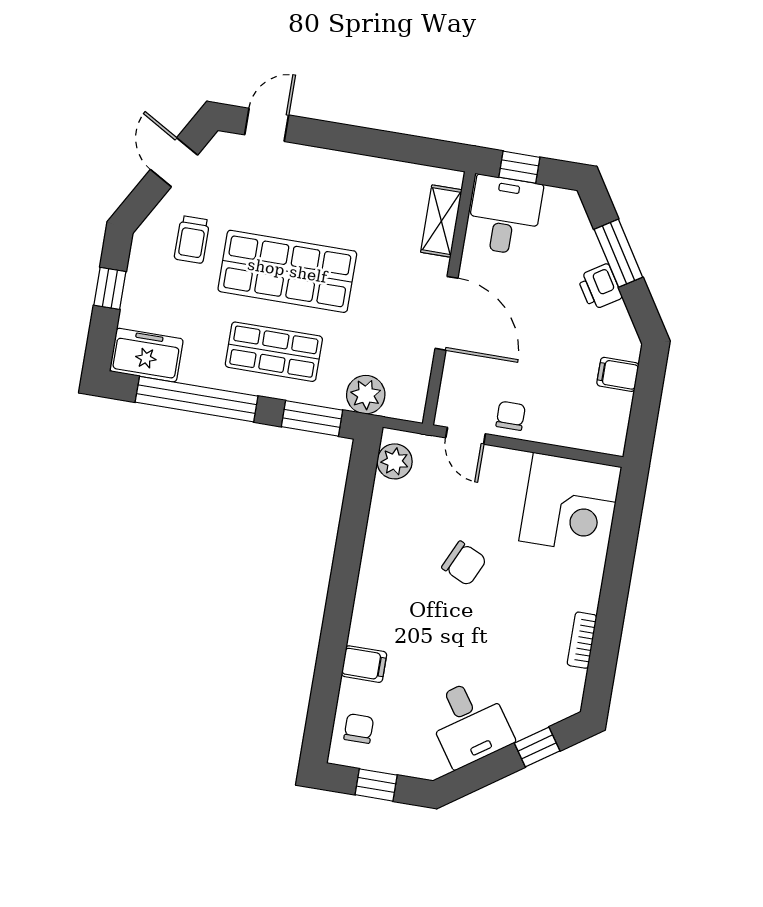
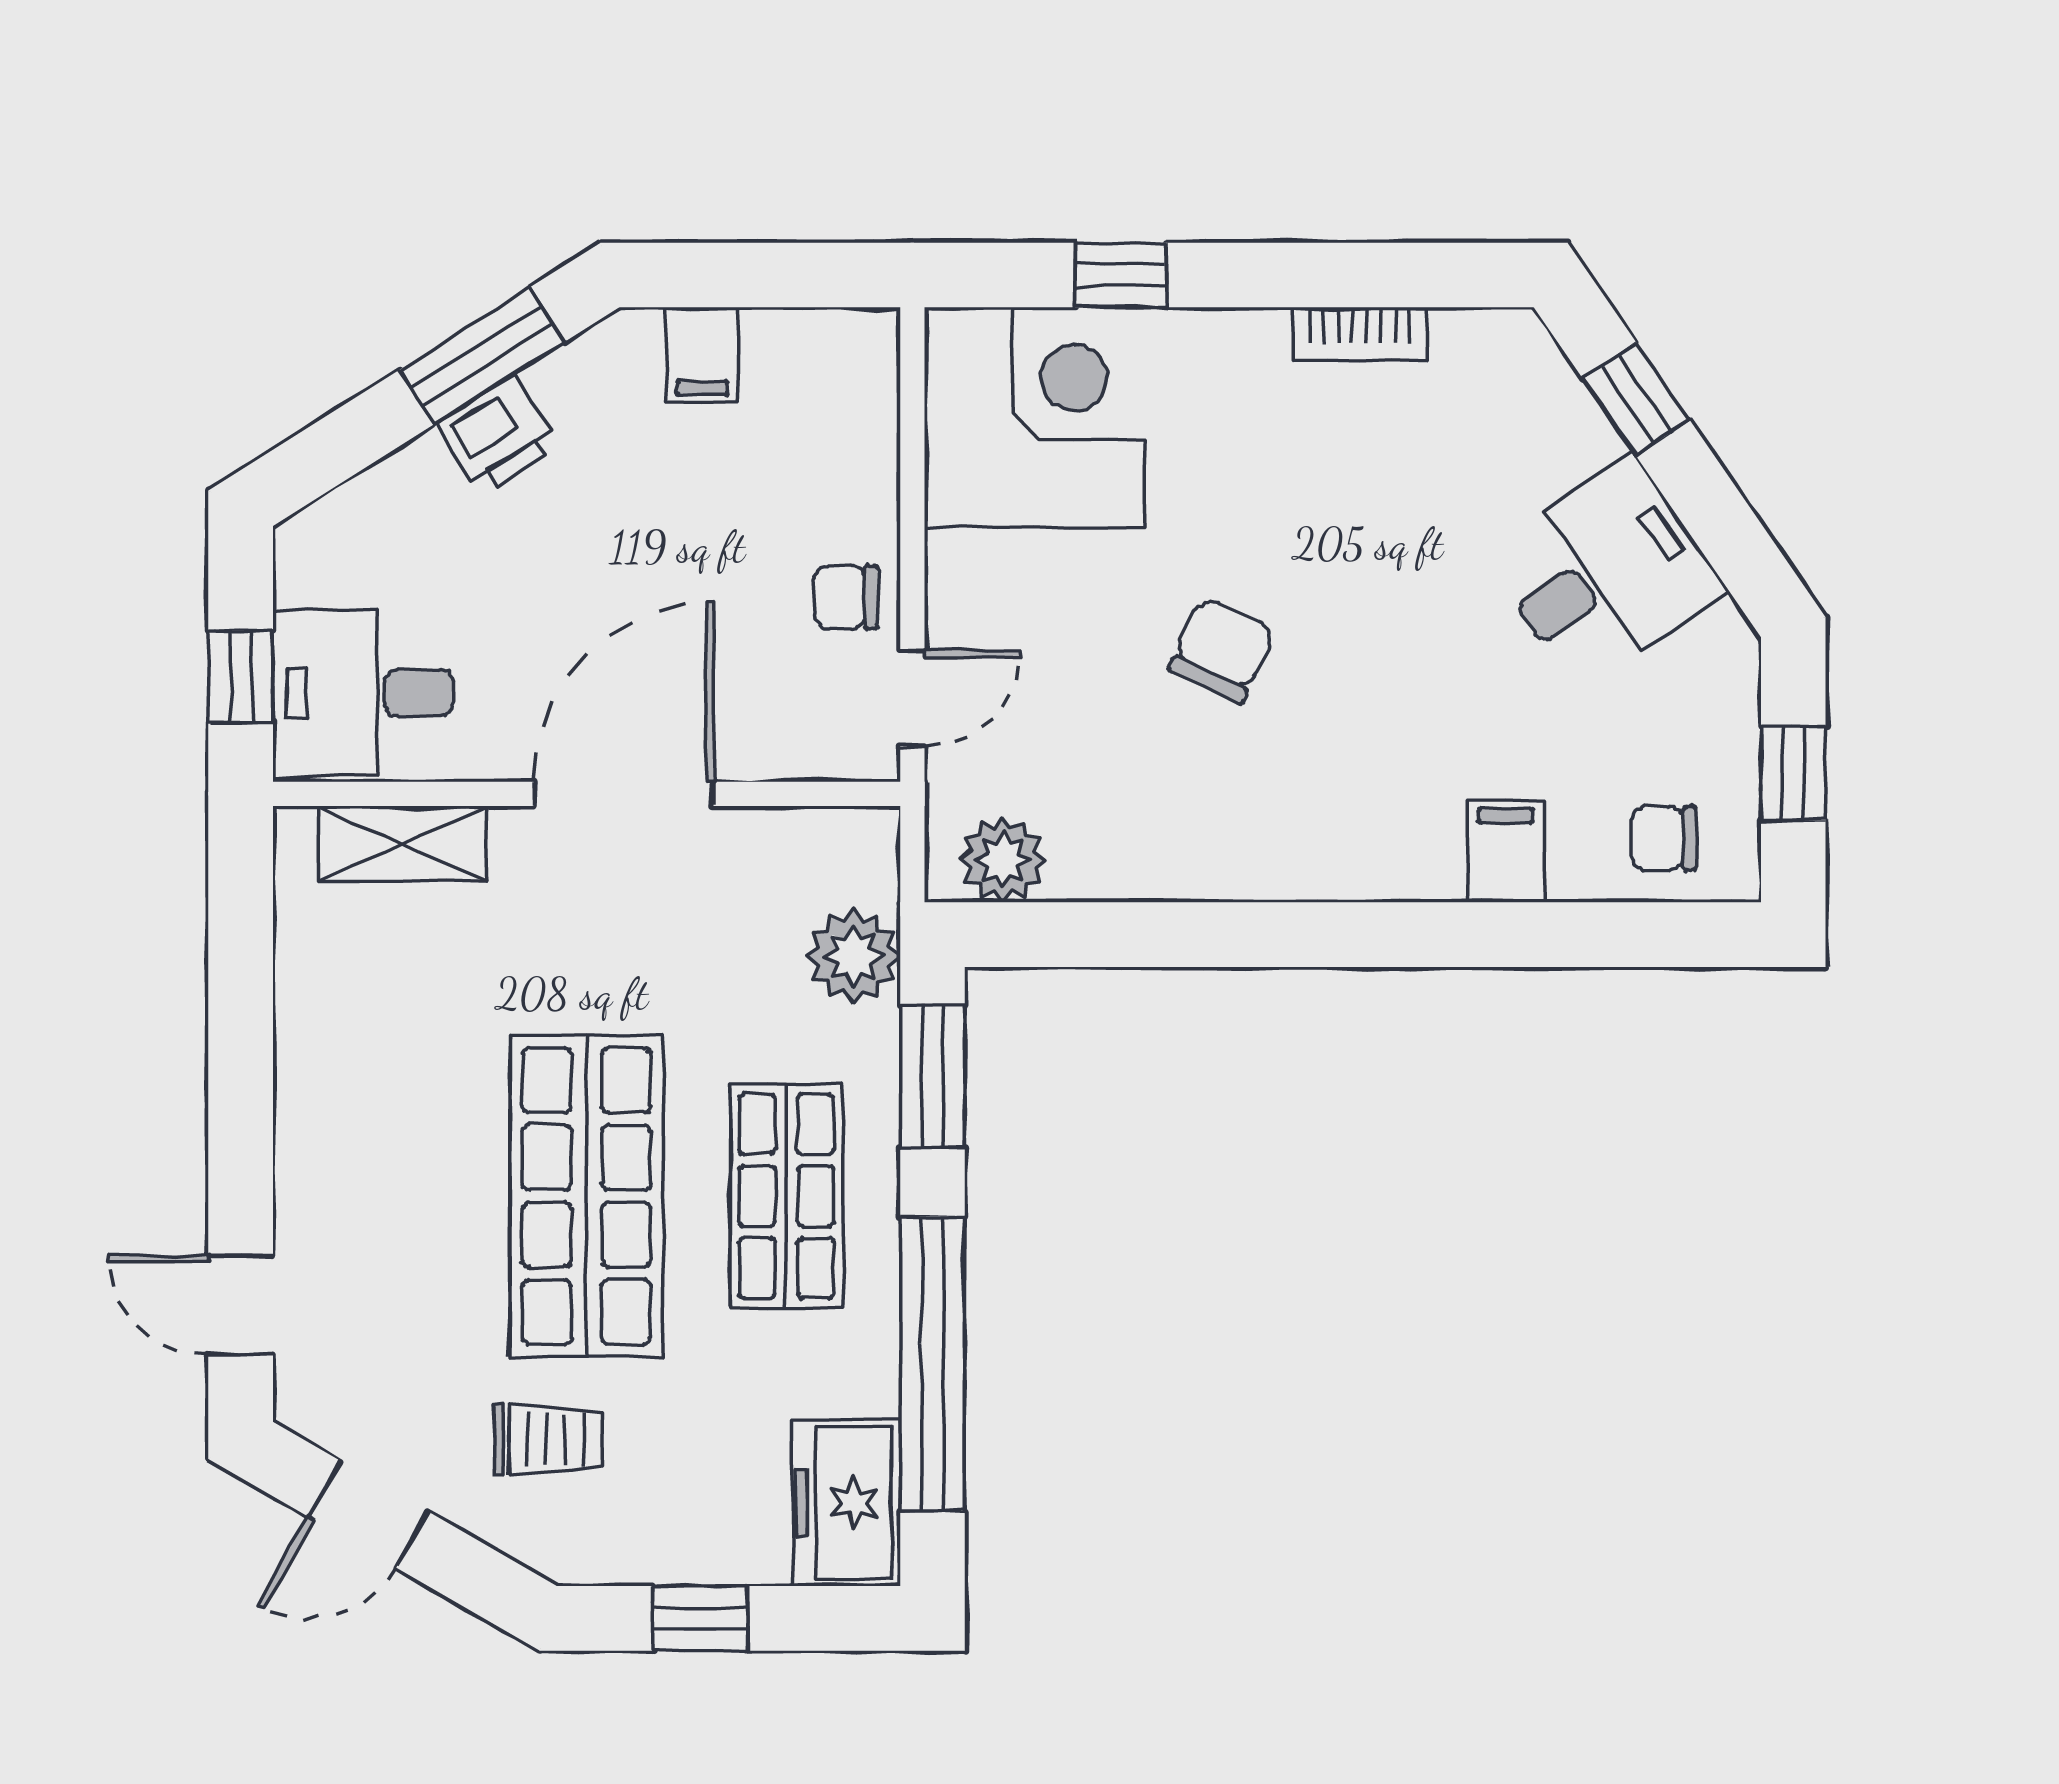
window: (618, 253) -> (482, 356), moved
window: (622, 548) -> (1121, 275), added

